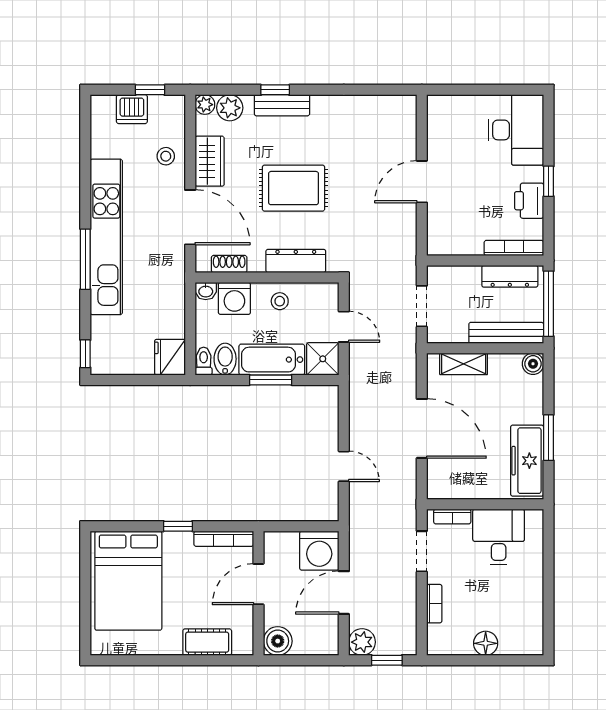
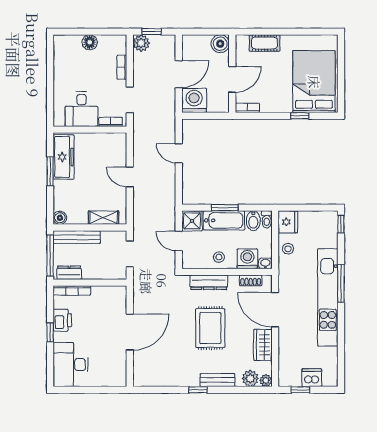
window: (275, 90) -> (198, 390), moved
stool: (166, 156) -> (288, 249), moved
door: (422, 182) -> (130, 332), width x1.36
rug: (293, 188) -> (210, 328), turned 90
dresser: (510, 276) -> (69, 273), width x0.70
door: (422, 428) -> (130, 177), width x0.53
window: (178, 526) -> (300, 116), moved
bookcase: (224, 539) -> (247, 108), width x0.64
plant: (362, 642) -> (141, 43), moved

